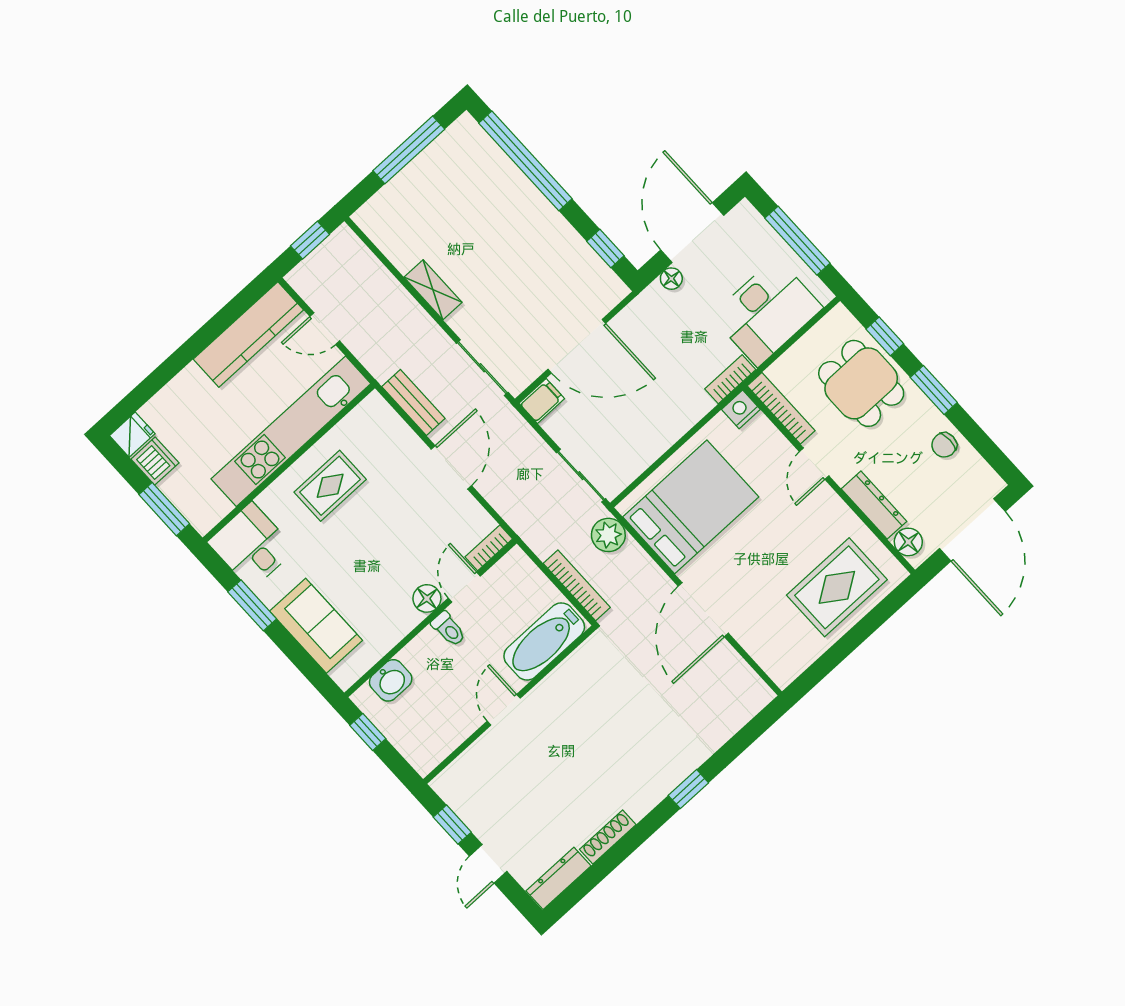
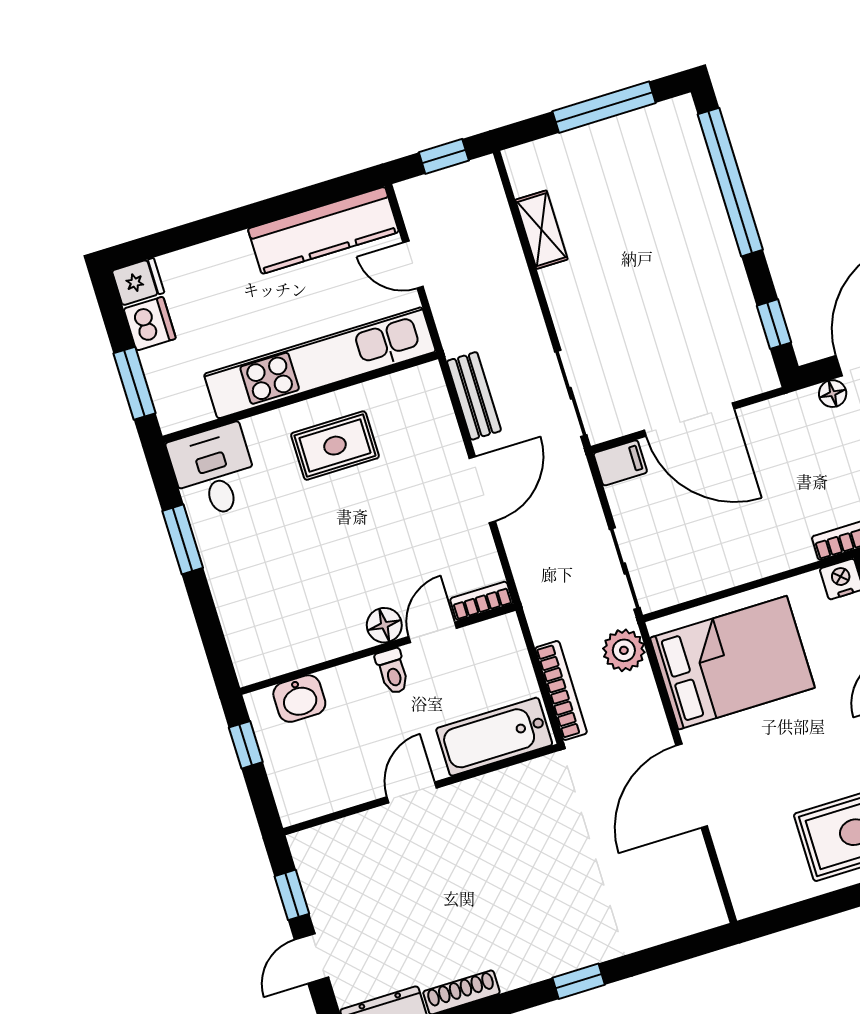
shelving: (433, 290) -> (541, 230), moved
sofa: (316, 626) -> (244, 597), removed

